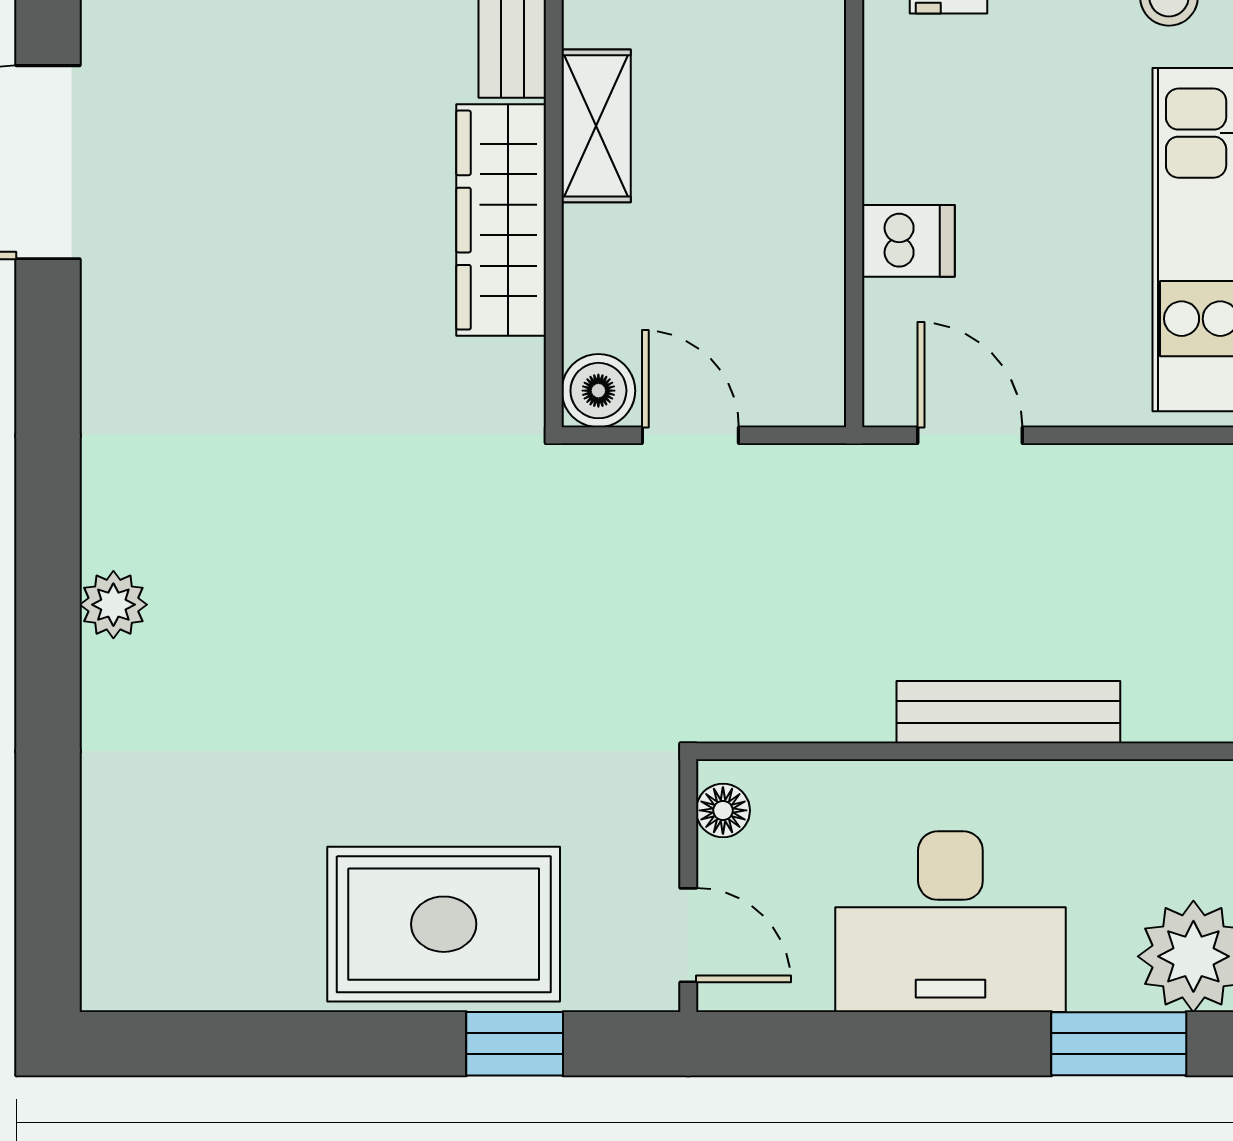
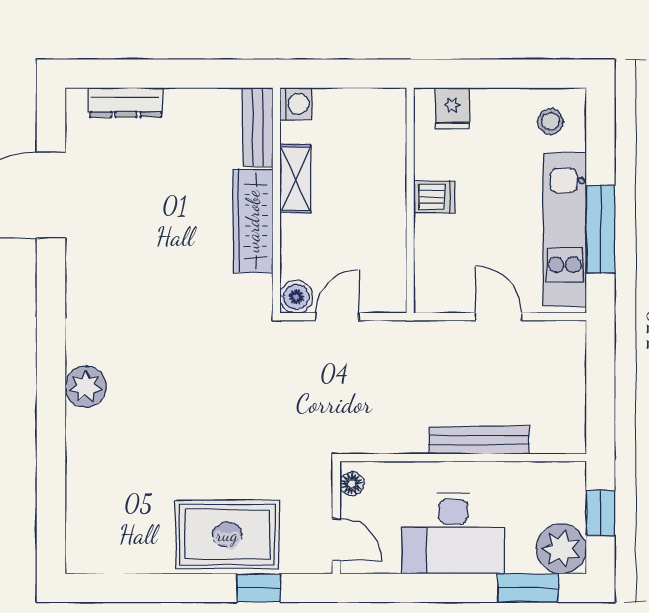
dishwasher: (908, 241) -> (434, 197), moved
door: (690, 435) -> (337, 317), hinge flipped
door: (970, 435) -> (498, 317), moved
plant: (113, 605) -> (86, 387), width x1.38, depth x1.38

